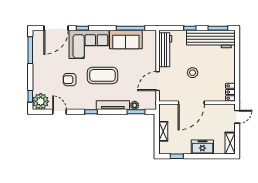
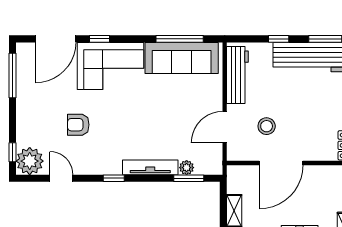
sofa: (126, 40) -> (182, 58), width x1.36
stool: (193, 73) -> (267, 126), moved
coffee table: (102, 75) -> (133, 118), removed

